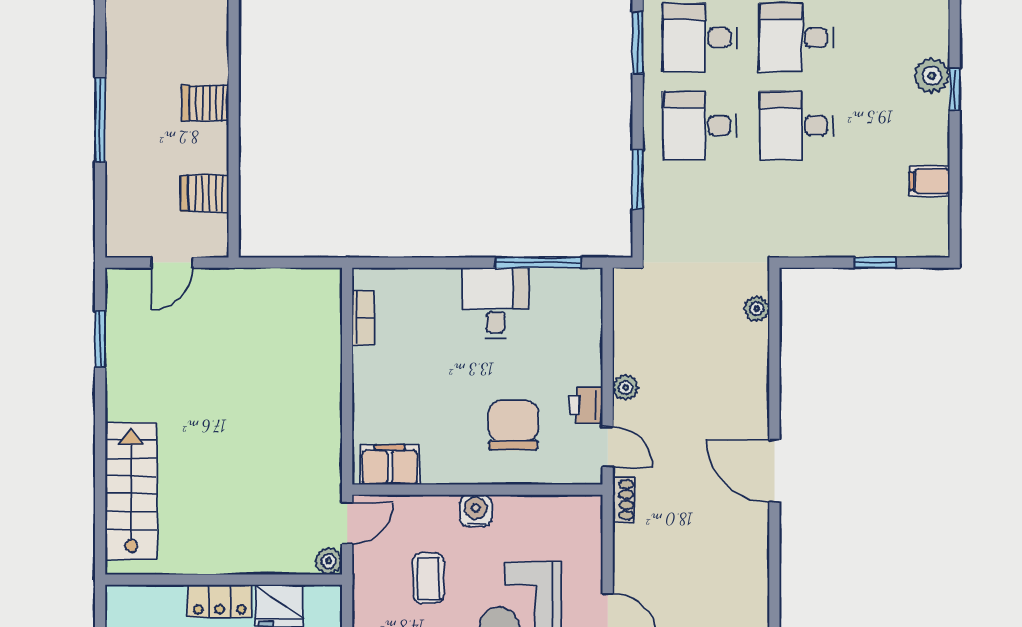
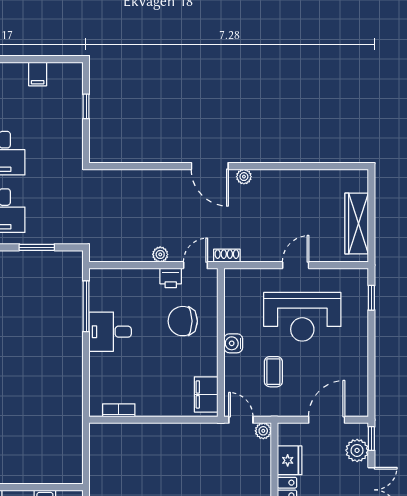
plant: (757, 309) -> (244, 177), moved
door: (774, 471) -> (210, 166), hinge flipped
coffee table: (428, 578) -> (273, 372), turned 90

